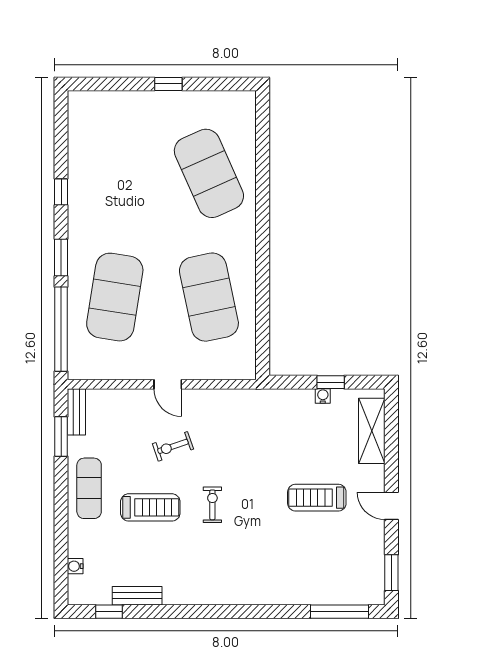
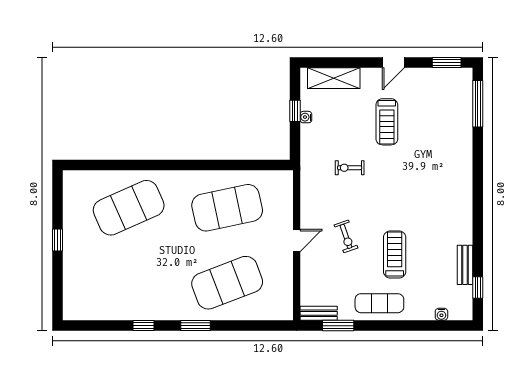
exercise mat: (115, 297) -> (227, 283), turned -30
window: (61, 329) -> (253, 326), removed
exercise bike: (212, 505) -> (350, 168), moved

